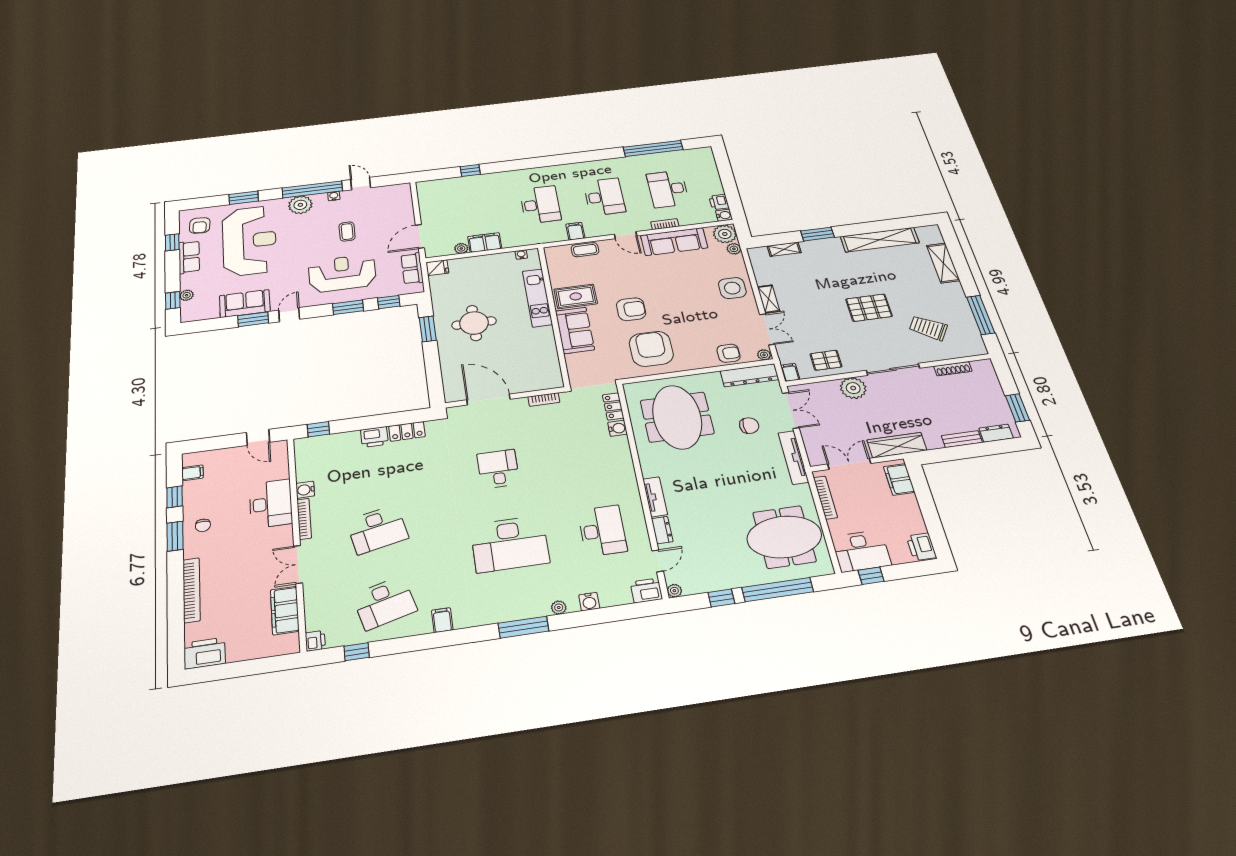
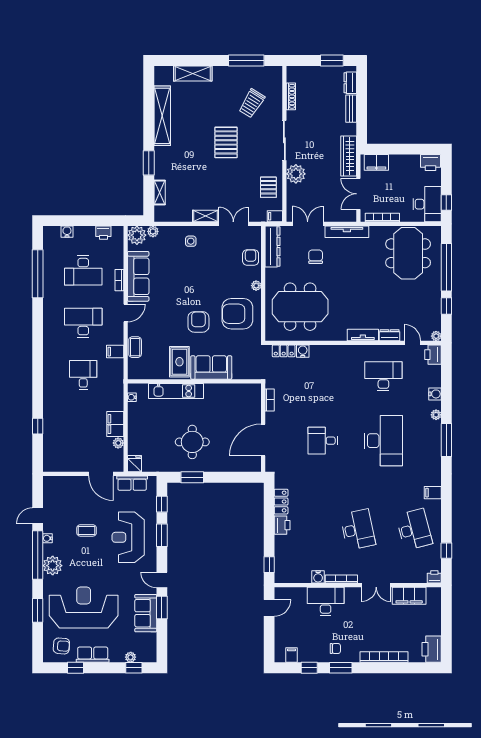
desk: (540, 205) -> (83, 375), width x0.73
water cooler: (724, 215) -> (67, 232), moved
side table: (732, 288) -> (191, 241), width x0.54, depth x0.54
plant: (764, 355) -> (256, 286), moved

